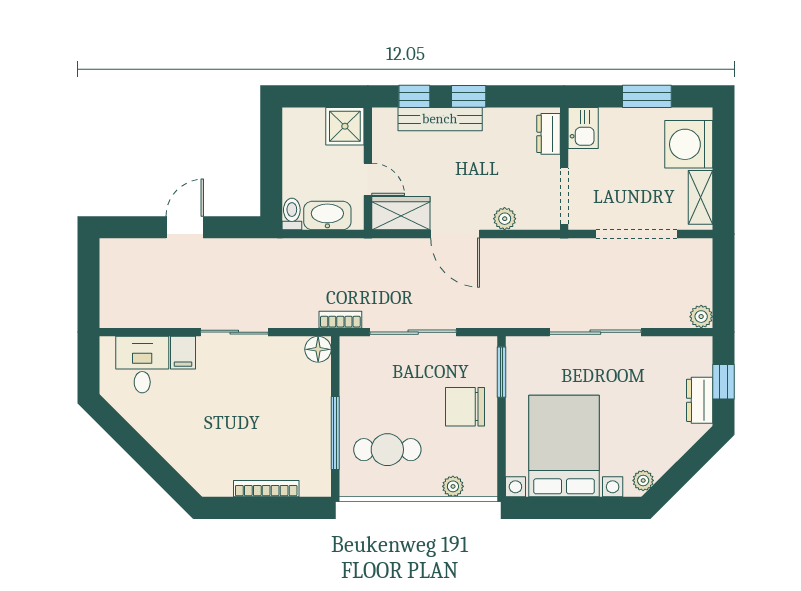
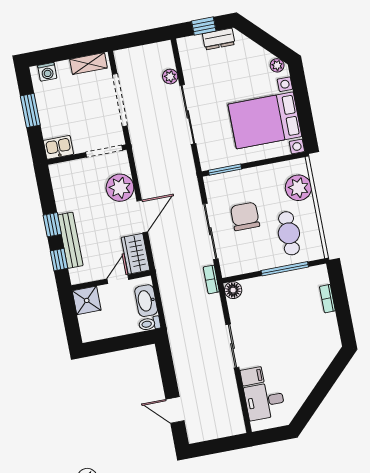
dresser: (548, 134) -> (66, 169), removed
washing machine: (689, 144) -> (47, 72), width x0.53, depth x0.53
plant: (505, 219) -> (120, 188), width x1.87, depth x1.87
door: (185, 227) -> (175, 410), moved
plant: (701, 317) -> (170, 77), moved
chair: (465, 407) -> (245, 216), moved, turned 180
plant: (453, 486) -> (298, 188), width x1.87, depth x1.87
bookcase: (266, 489) -> (327, 299), width x0.64

